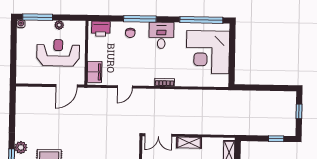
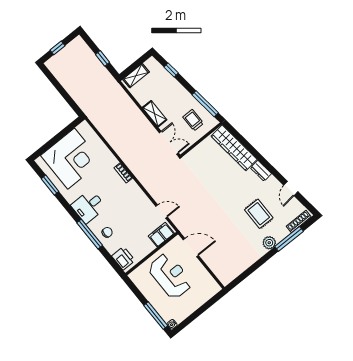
window: (201, 20) -> (50, 185), width x0.47
plant: (59, 25) -> (148, 293), removed
reception desk: (58, 53) -> (170, 276), turned 180
door: (125, 87) -> (162, 212), moved
window: (276, 139) -> (103, 58), moved

